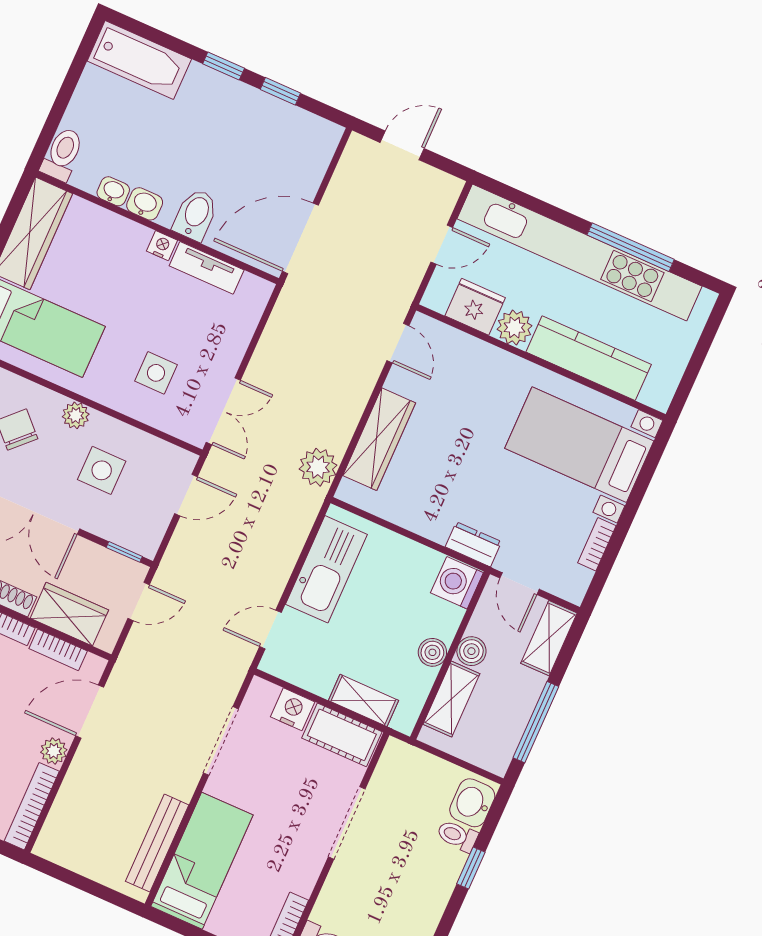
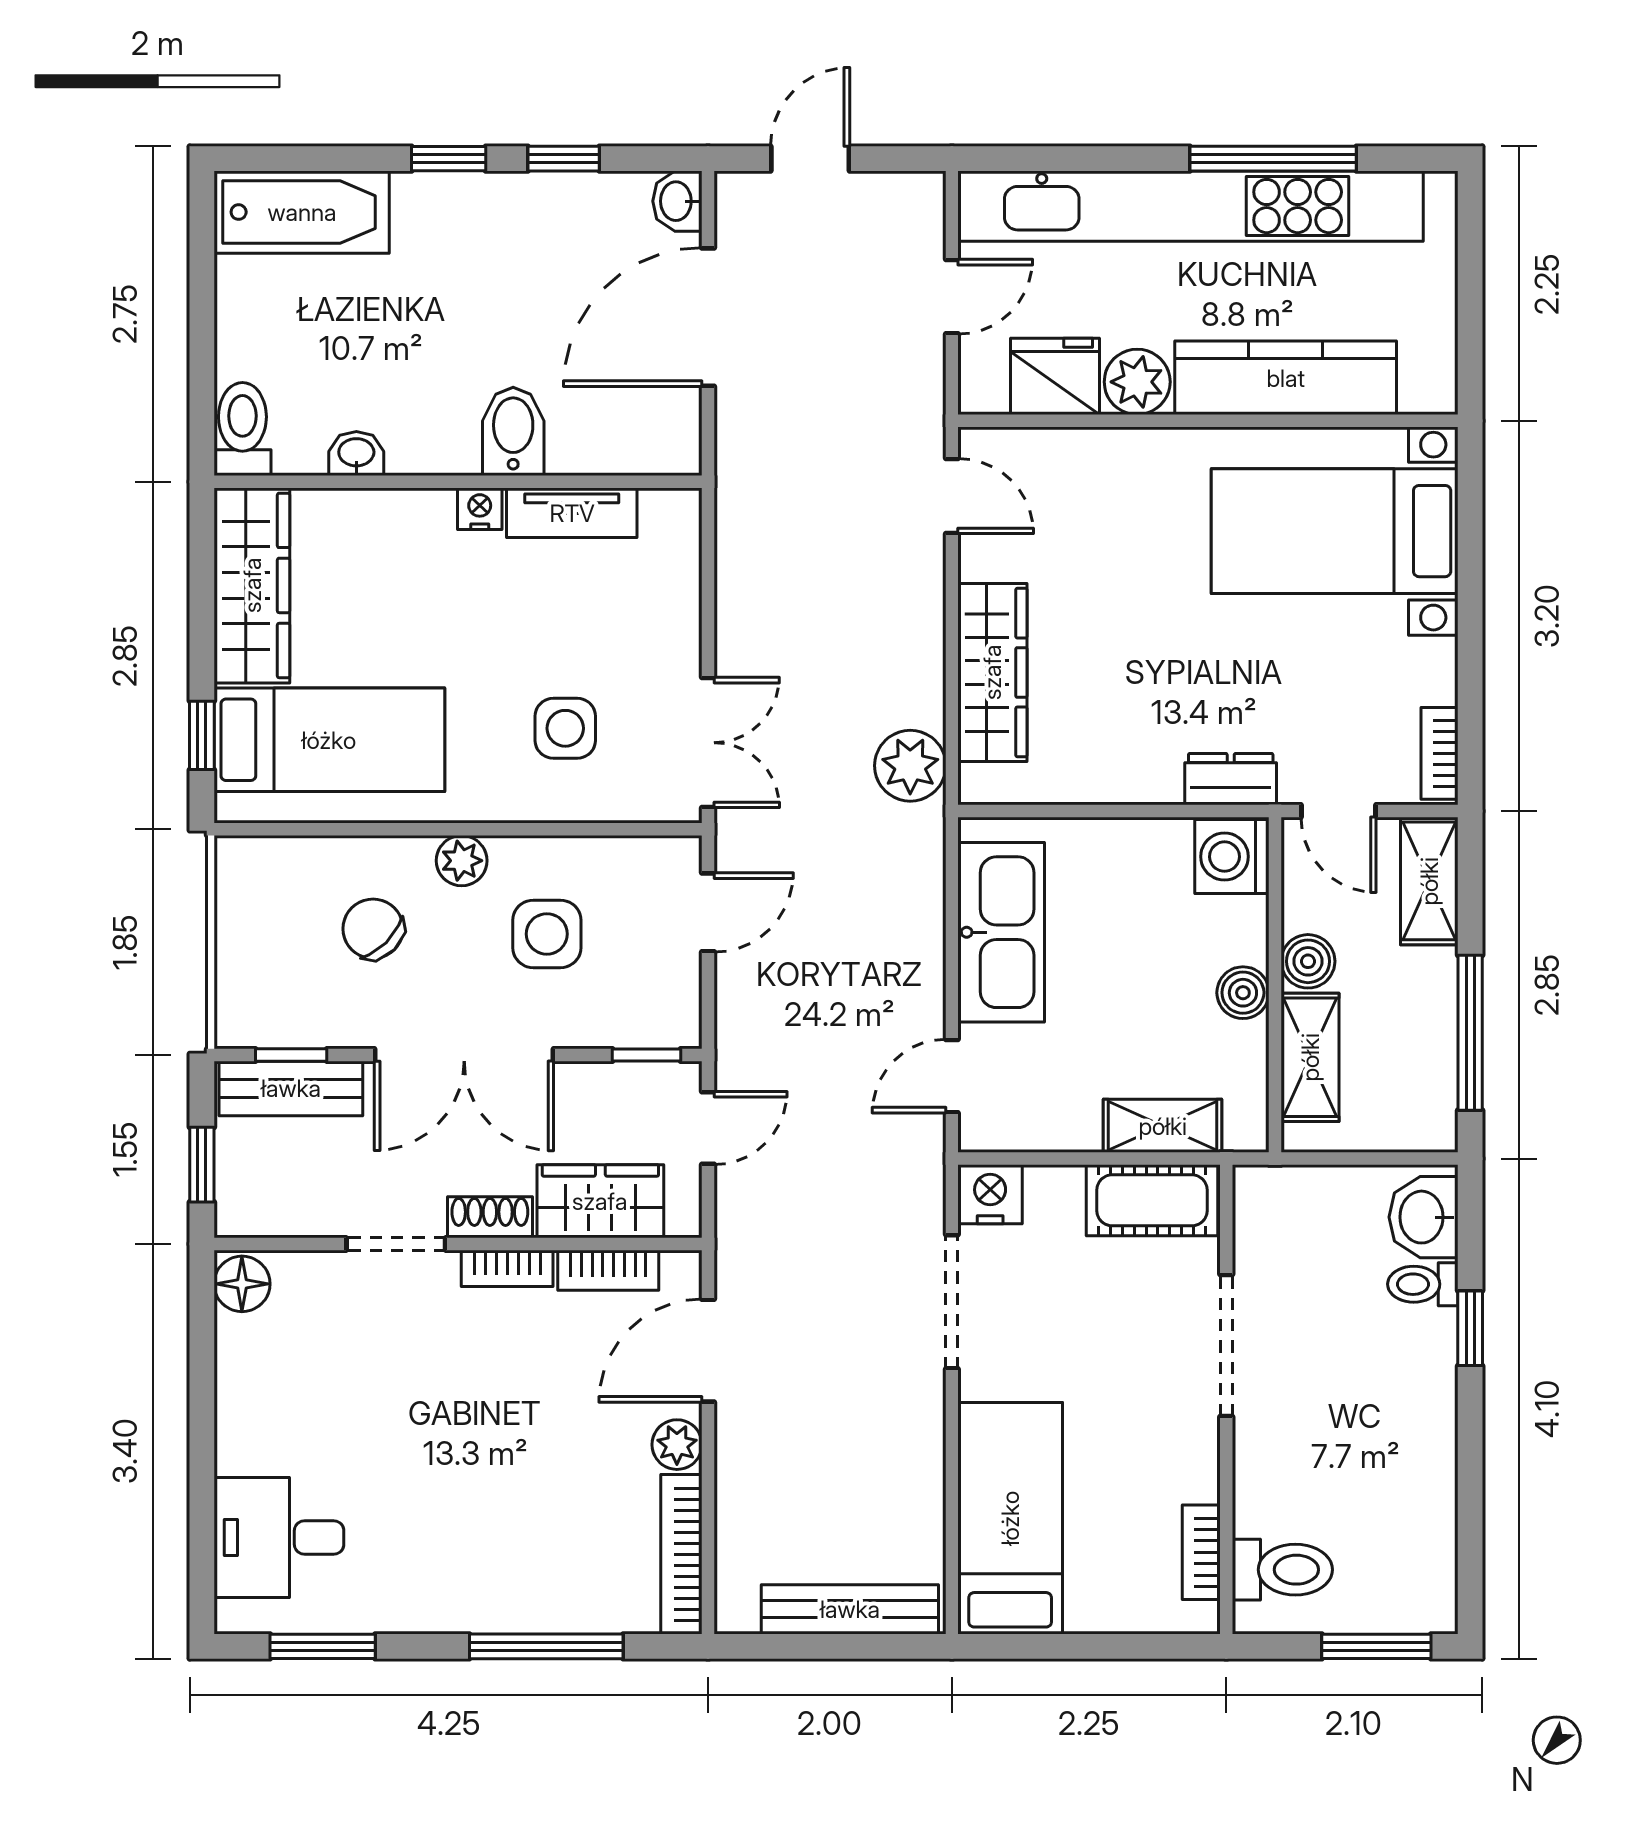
washbasin: (145, 204) -> (677, 201), moved, turned -90
door: (300, 238) -> (708, 317), moved
bookcase: (597, 544) -> (1440, 753), moved
nightstand: (293, 709) -> (990, 1194), moved
bench: (157, 843) -> (850, 1609), moved, turned 90

